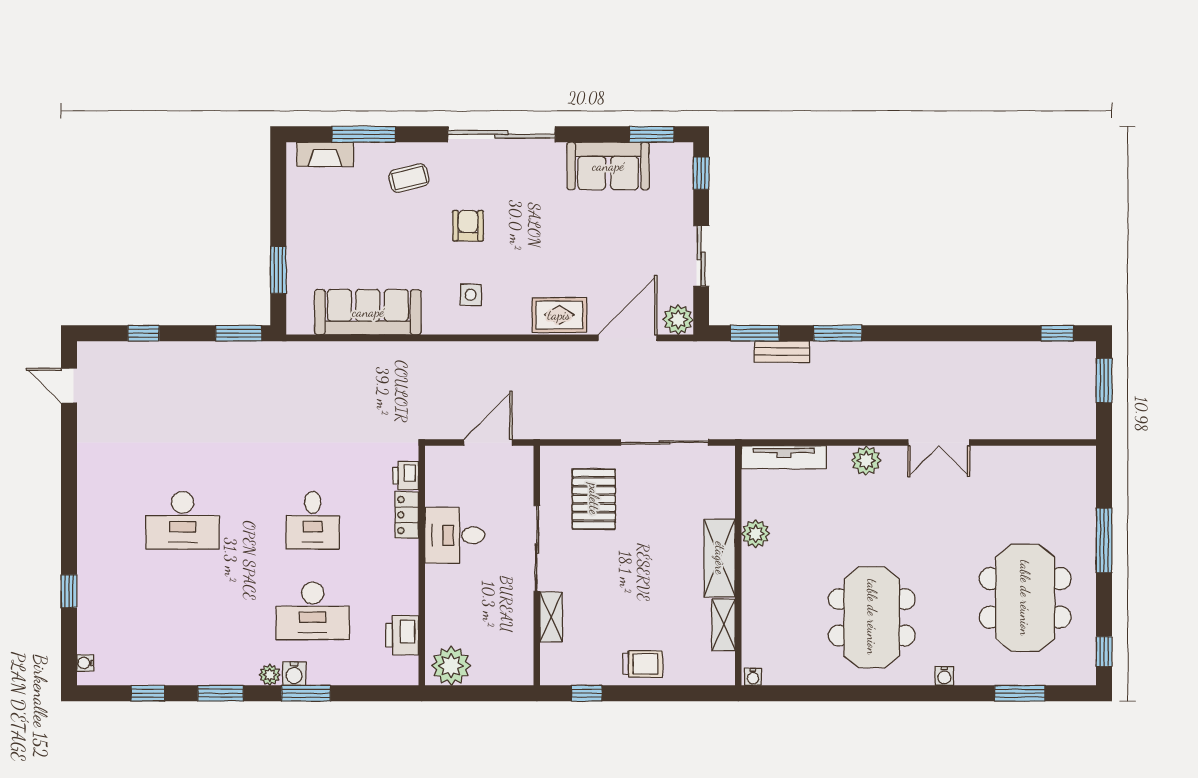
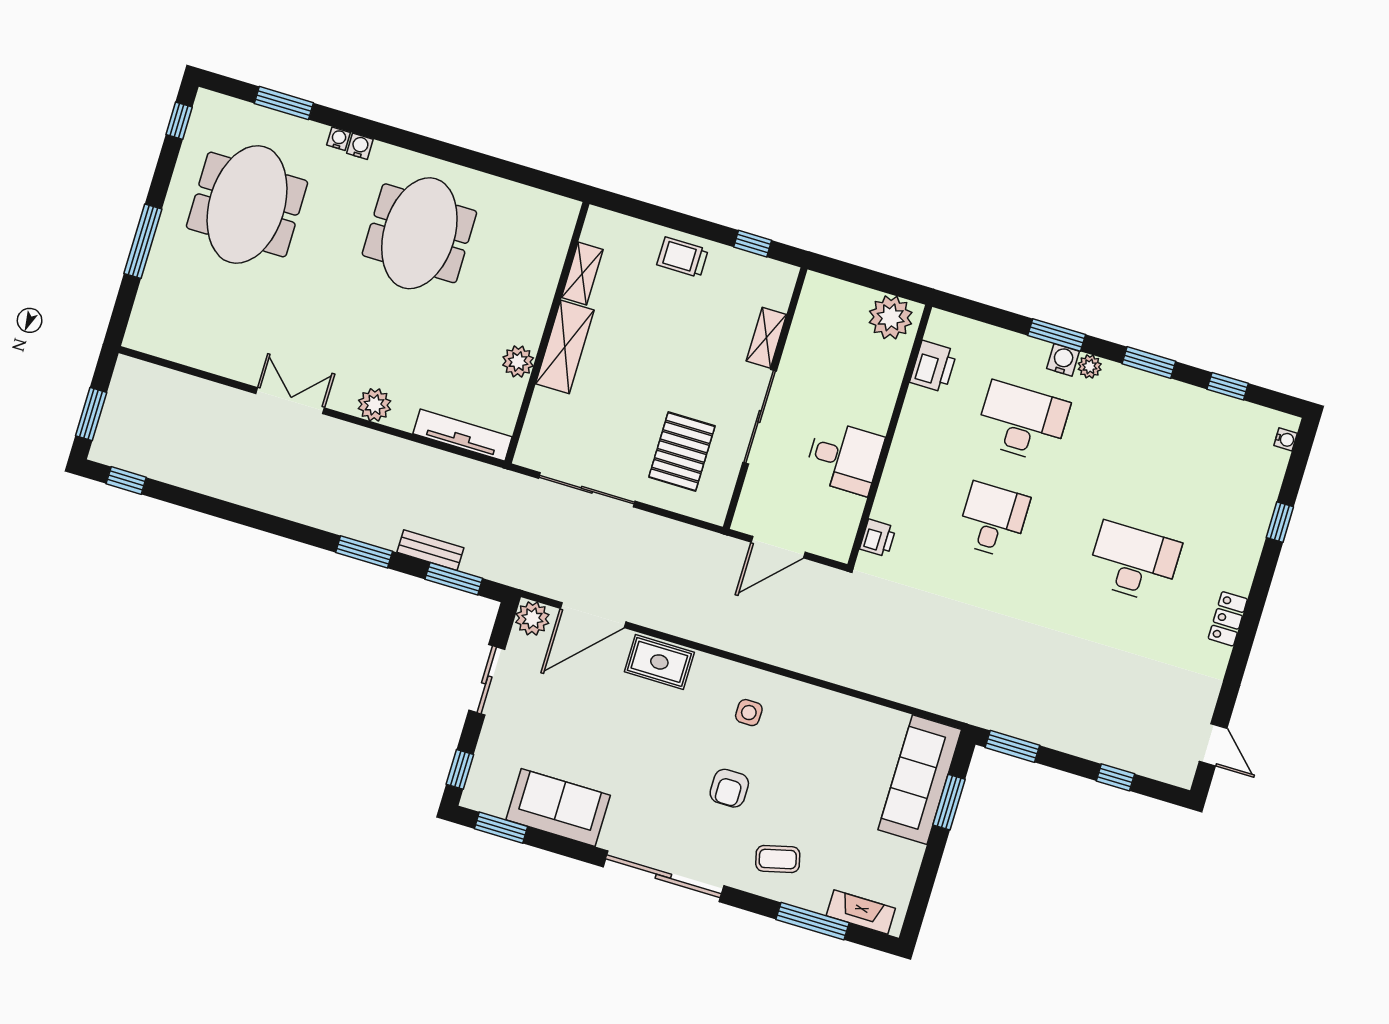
sofa: (368, 312) -> (920, 780), moved, turned 90
locker: (407, 515) -> (1228, 619), moved, turned 180
water cooler: (753, 677) -> (339, 139), moved

